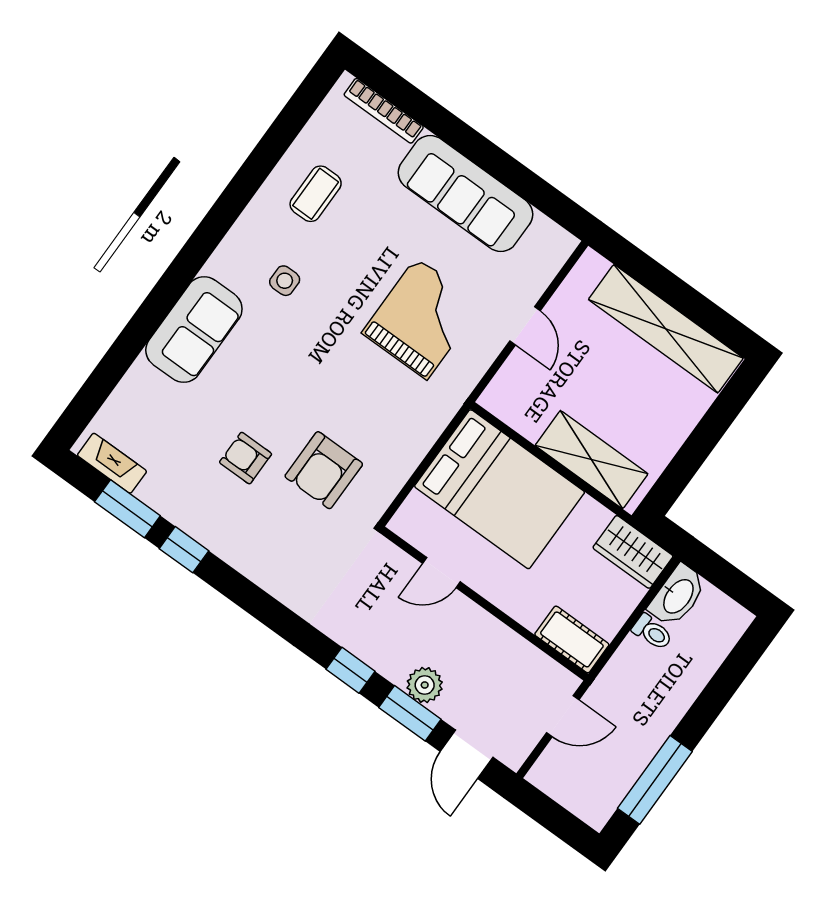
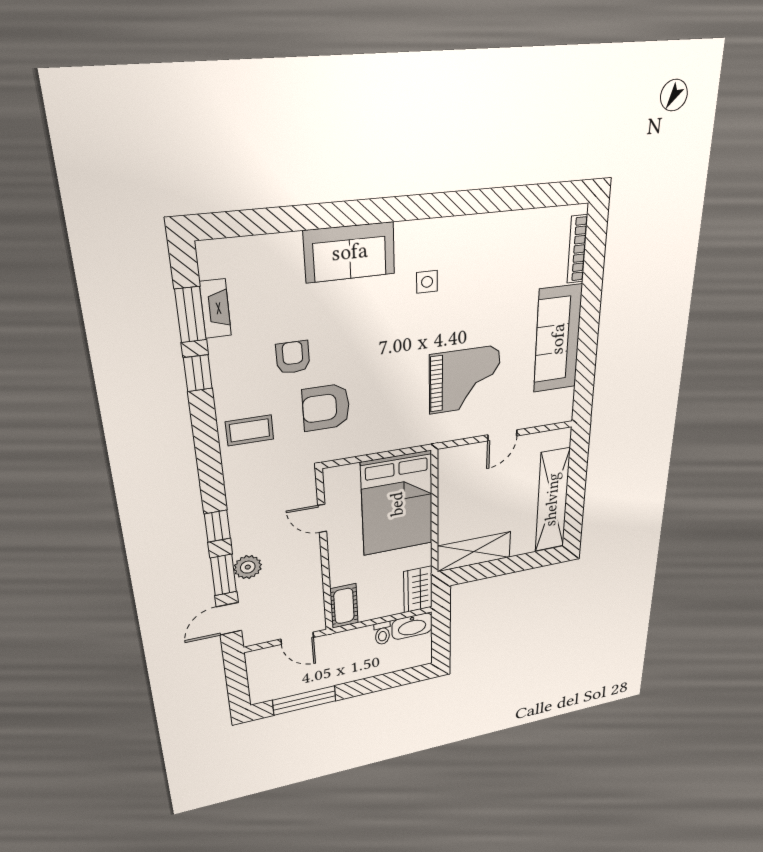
coffee table: (316, 194) -> (250, 430), moved
shelving: (592, 460) -> (474, 552), moved, turned 90
fireplace: (112, 463) -> (215, 309), moved

